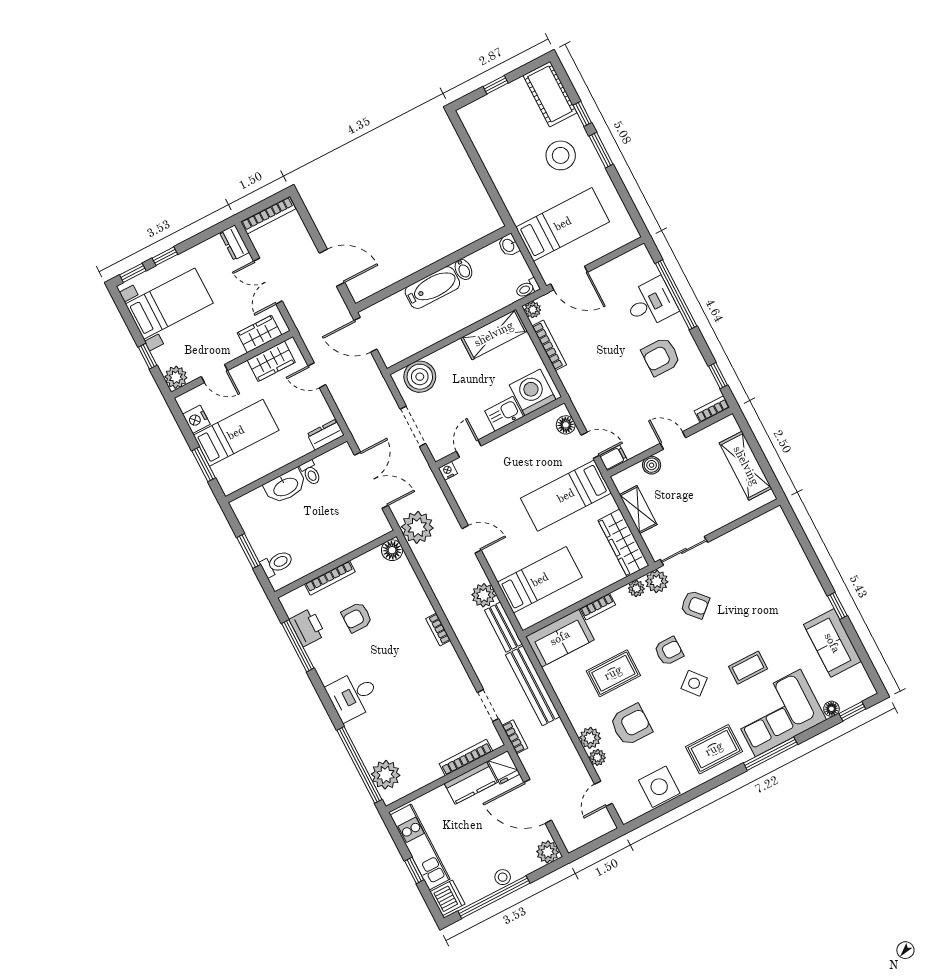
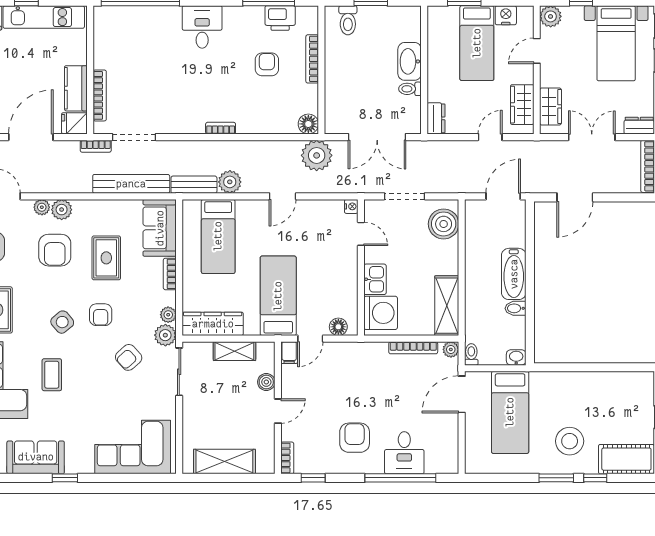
corner sofa: (776, 558) -> (133, 447), added
doorway: (488, 706) -> (134, 137), width x1.38
plant: (386, 775) -> (120, 20), removed

